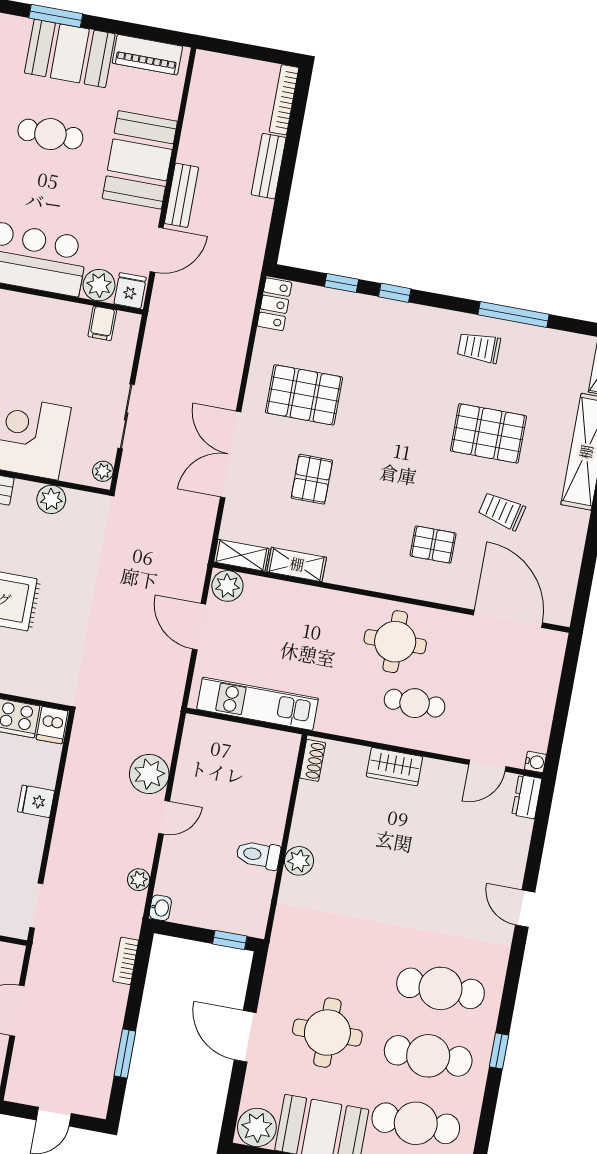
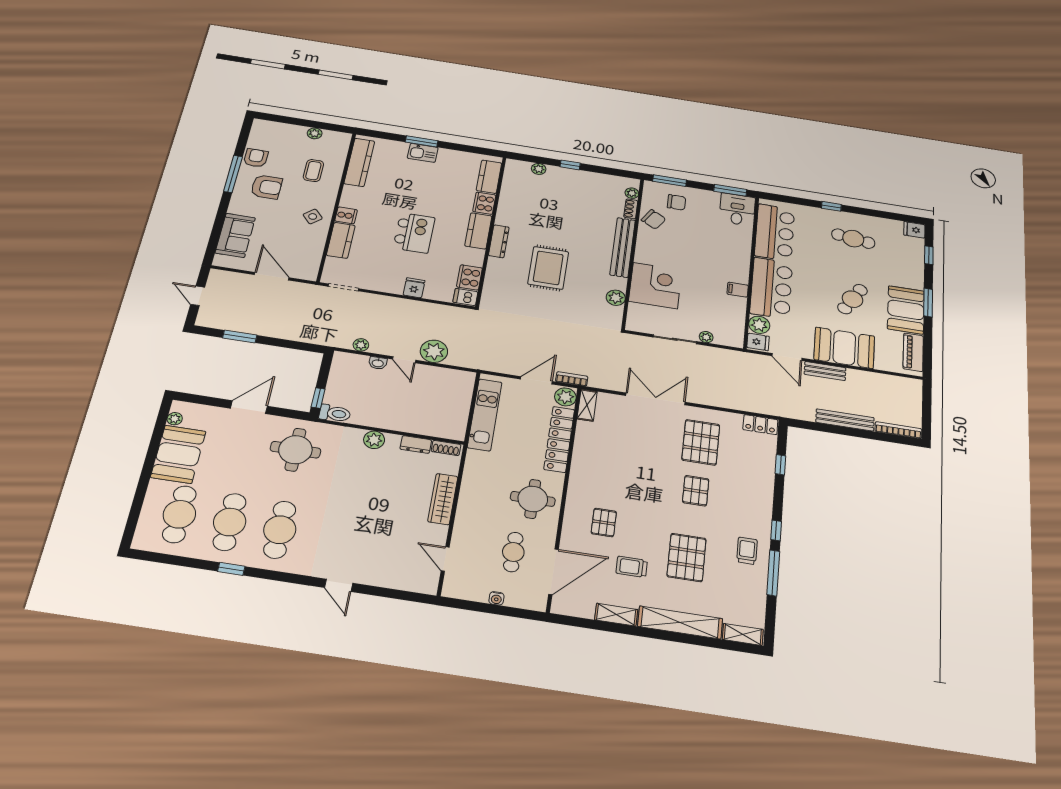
cafe table: (50, 134) -> (852, 299), turned 30
bench: (269, 166) -> (845, 420), width x1.36
window: (395, 293) -> (776, 531), moved
filing cabinet: (102, 323) -> (738, 290), moved
plant: (103, 471) -> (706, 337), moved
pallet: (312, 479) -> (696, 491), moved, turned 90
trolley: (502, 511) -> (632, 567), turned -103
shelving: (297, 564) -> (616, 615), moved, turned 90
locker: (299, 599) -> (559, 439), added
cafe table: (415, 703) -> (513, 552), moved
water cooler: (535, 762) -> (496, 598), moved
wardrobe: (394, 767) -> (443, 499), width x1.50
dresser: (527, 797) -> (416, 445), moved, turned 180
toilet: (258, 855) -> (335, 413), moved, turned 90
washbasin: (160, 908) -> (378, 363), moved
door: (525, 909) -> (339, 585), swing flipped
bookcase: (126, 961) -> (572, 379), moved
round table: (327, 1033) -> (295, 450), moved
plant: (257, 1127) -> (175, 419), width x0.53, depth x0.53

